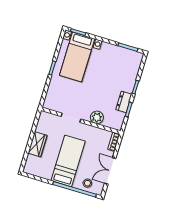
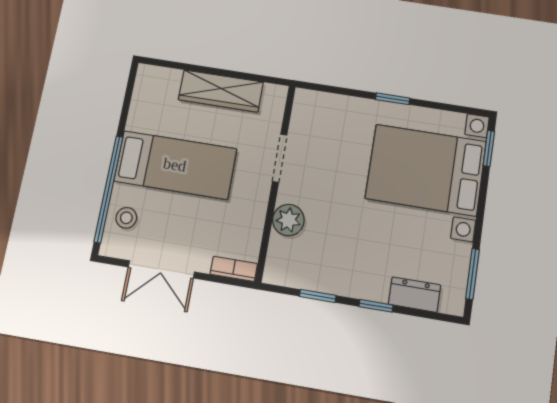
bed with nightstands: (77, 57) -> (426, 170), width x1.36
dresser: (124, 102) -> (415, 295), moved
wardrobe: (38, 144) -> (221, 91), width x1.50
double door: (110, 171) -> (161, 269), swing flipped

